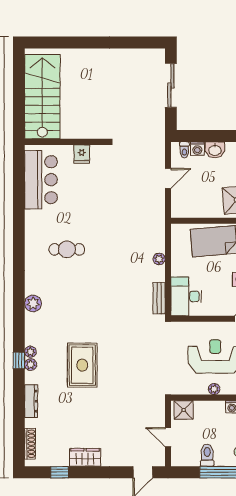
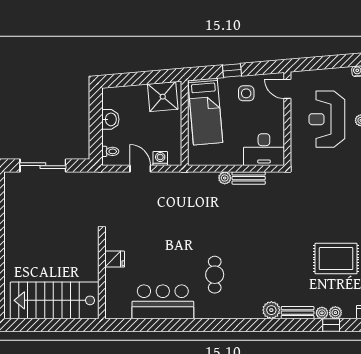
washing machine: (197, 149) -> (160, 158), moved, turned -90
bar counter: (41, 180) -> (163, 302), moved
bench: (159, 298) -> (249, 178), moved
bench: (31, 328) -> (298, 313), added

